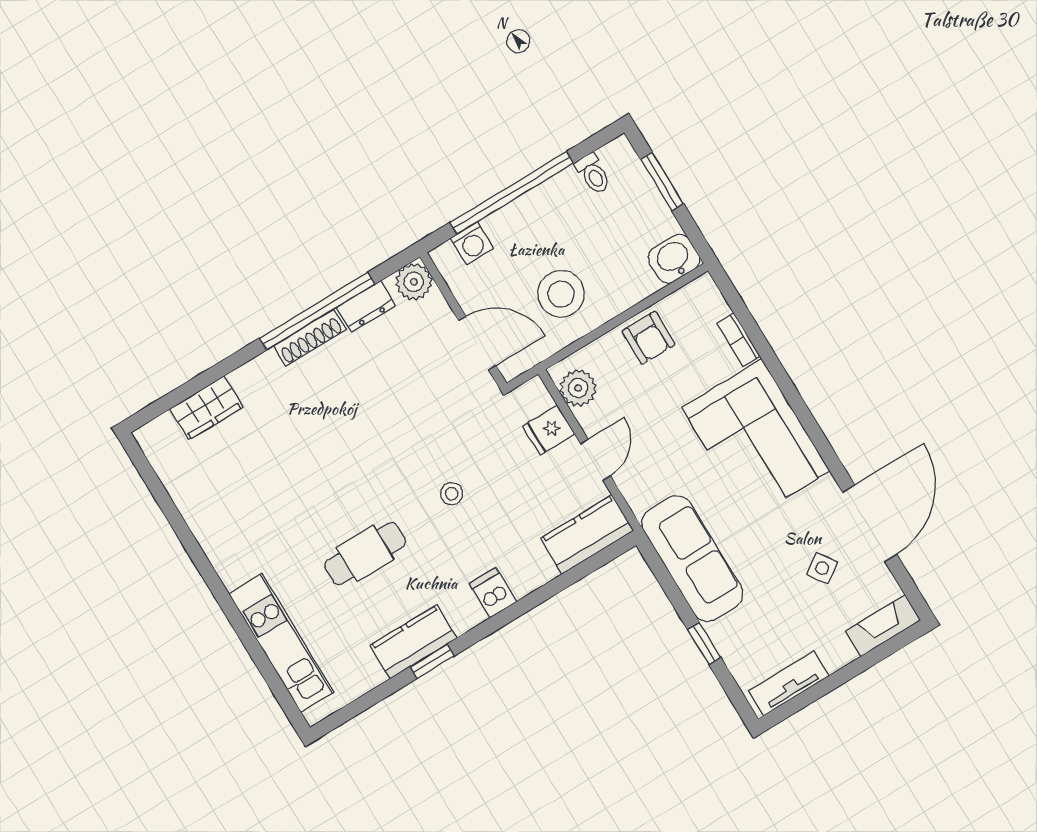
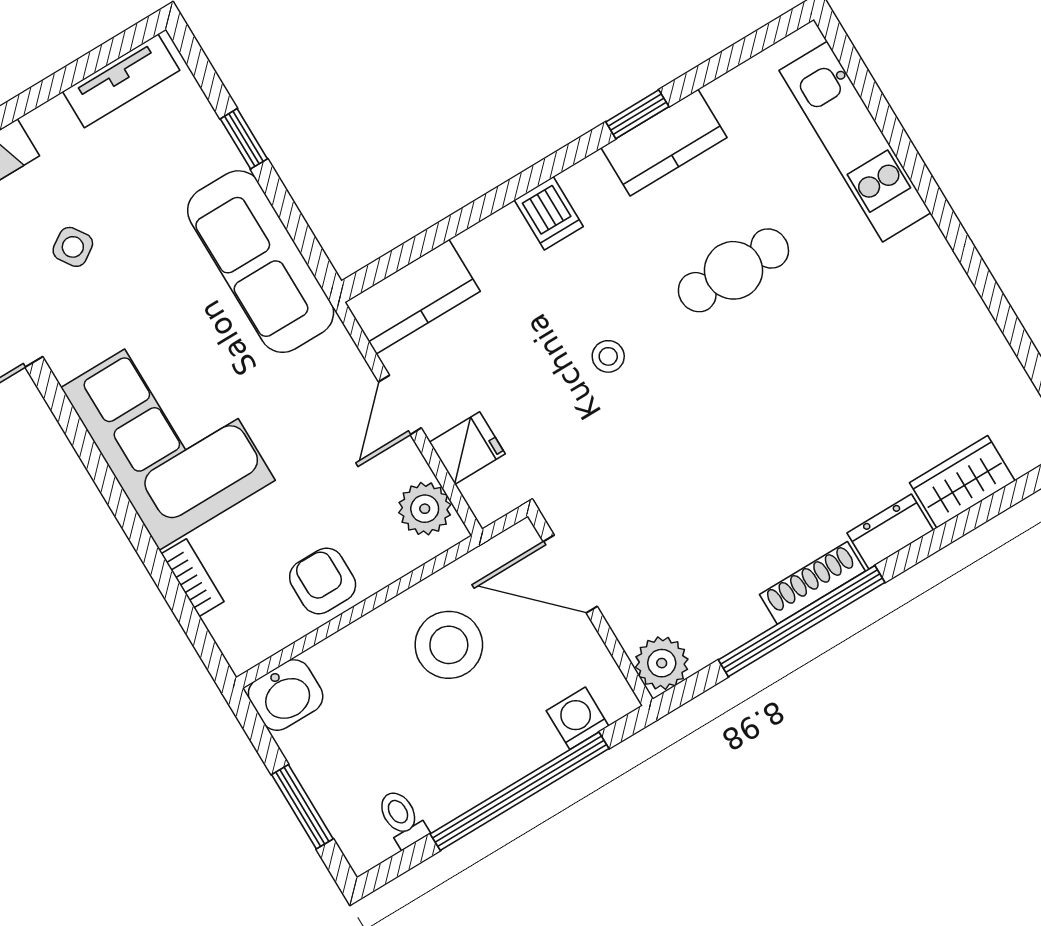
dresser: (366, 306) -> (890, 532), moved

